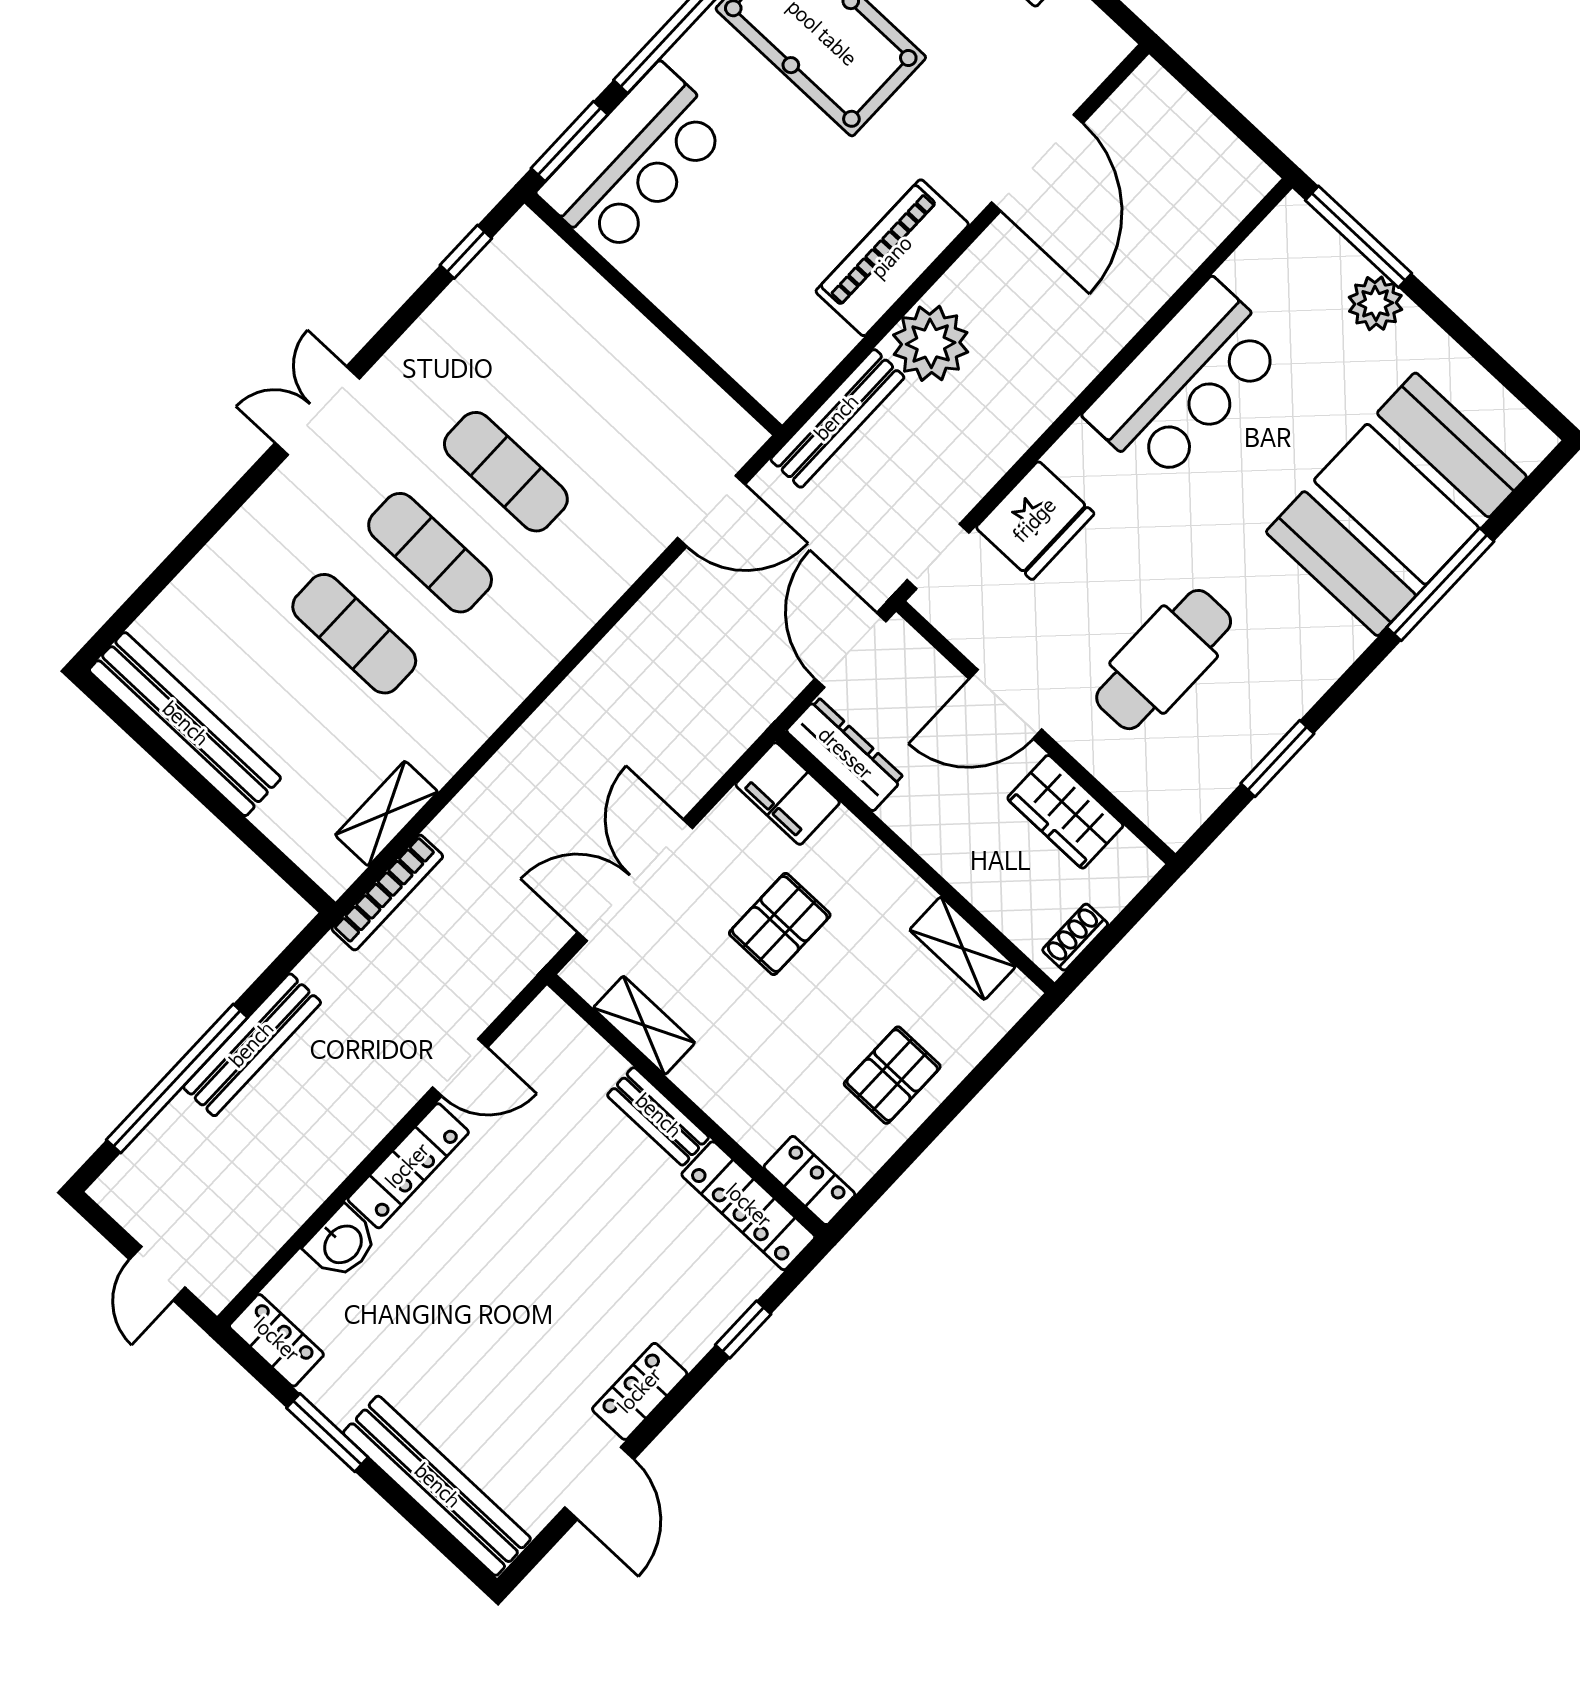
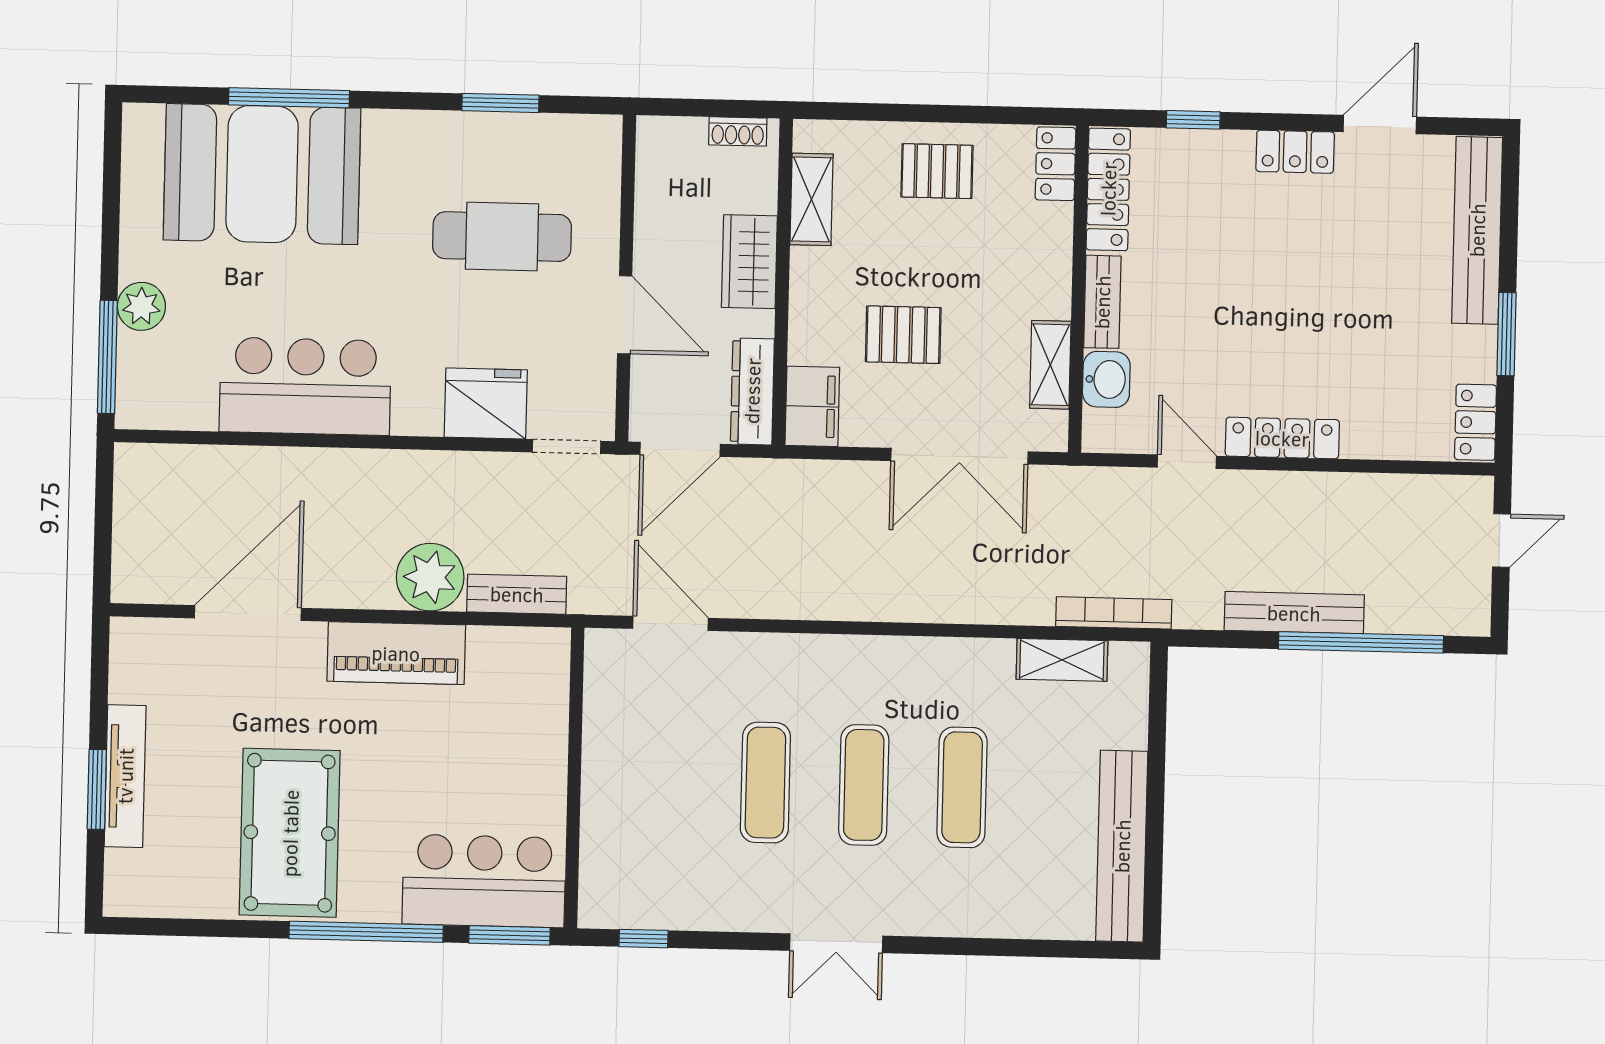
bench: (837, 418) -> (517, 594), width x0.73
wardrobe: (1065, 812) -> (749, 262), moved, turned 180
washbasin: (342, 1243) -> (1106, 379), moved, turned 90

